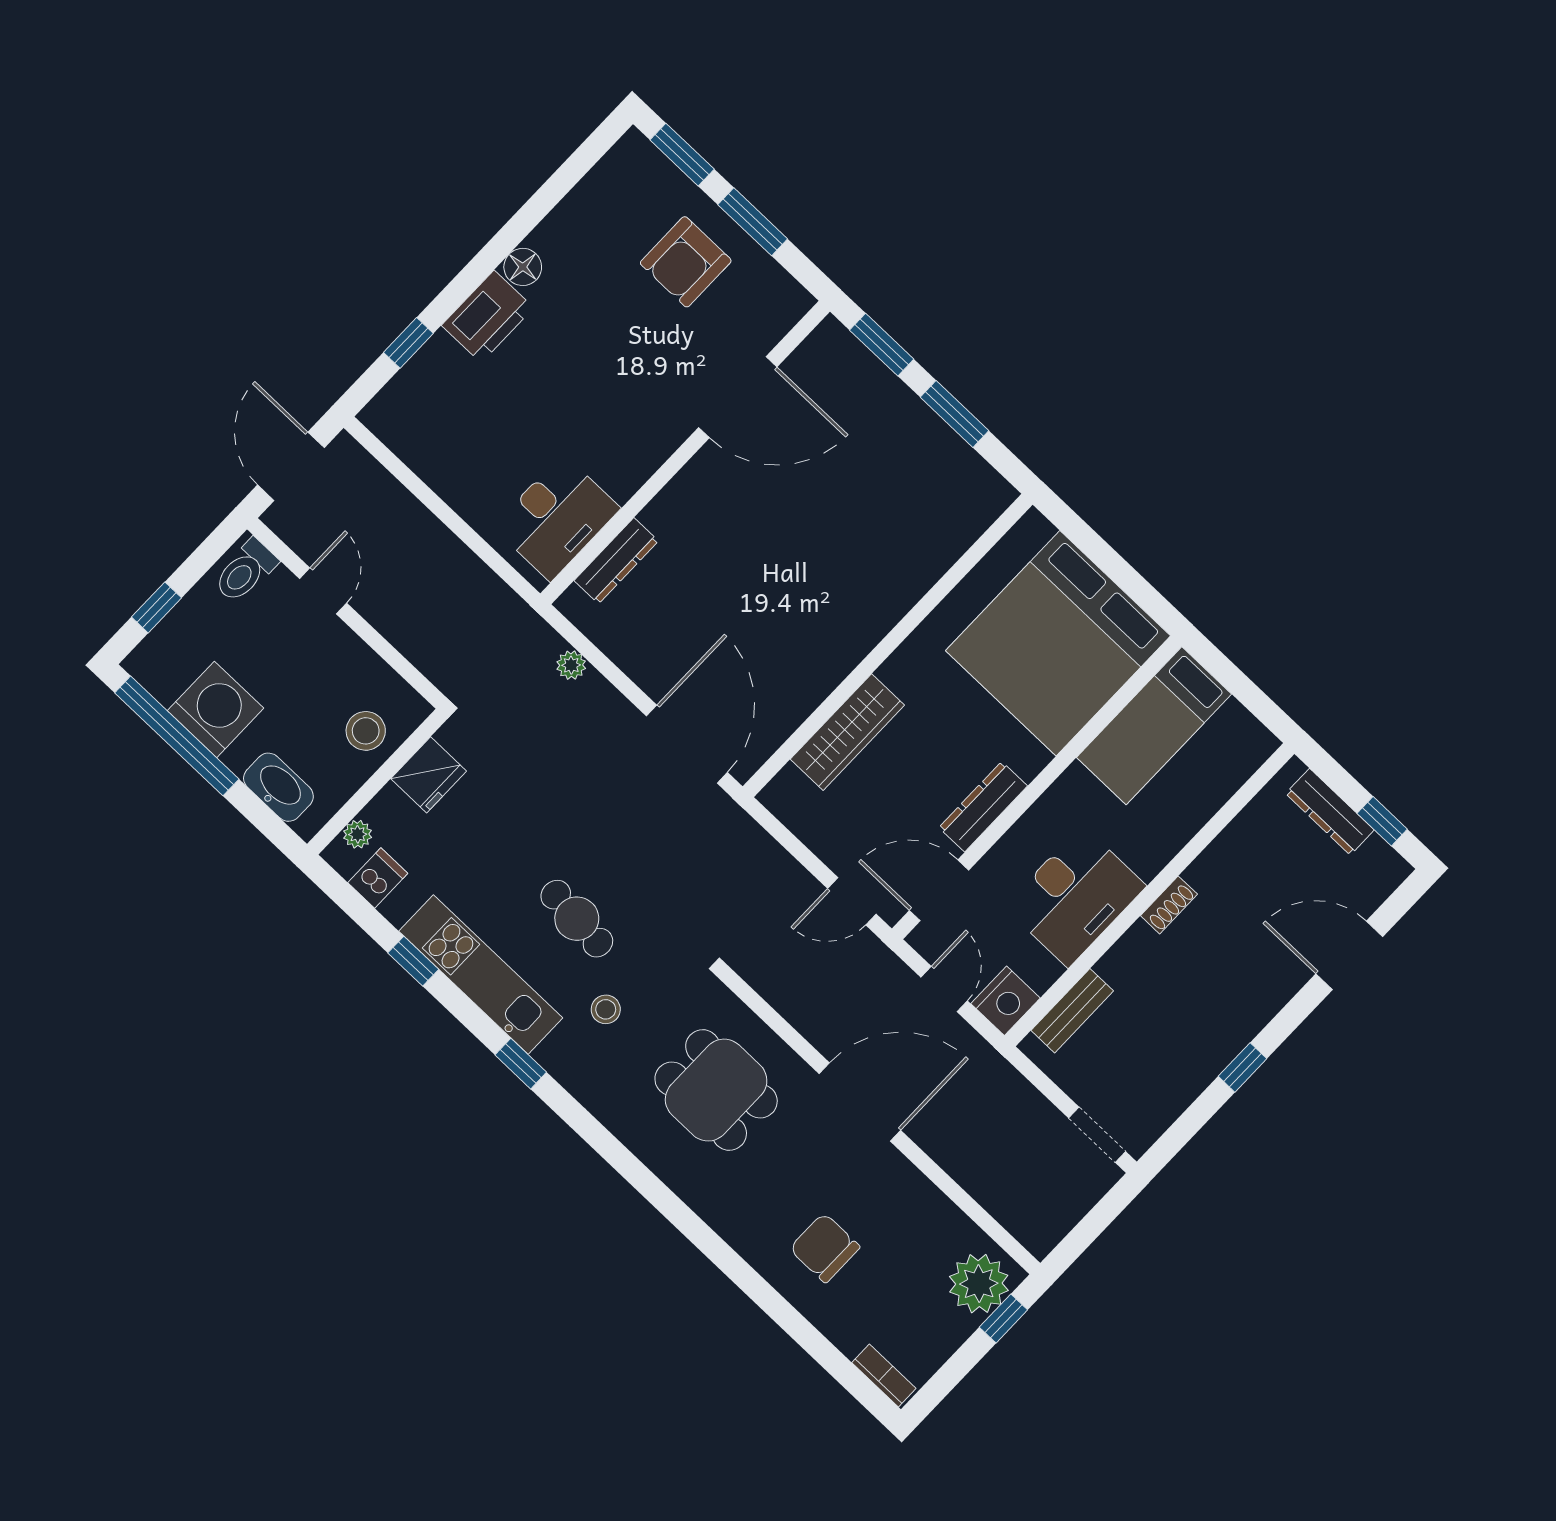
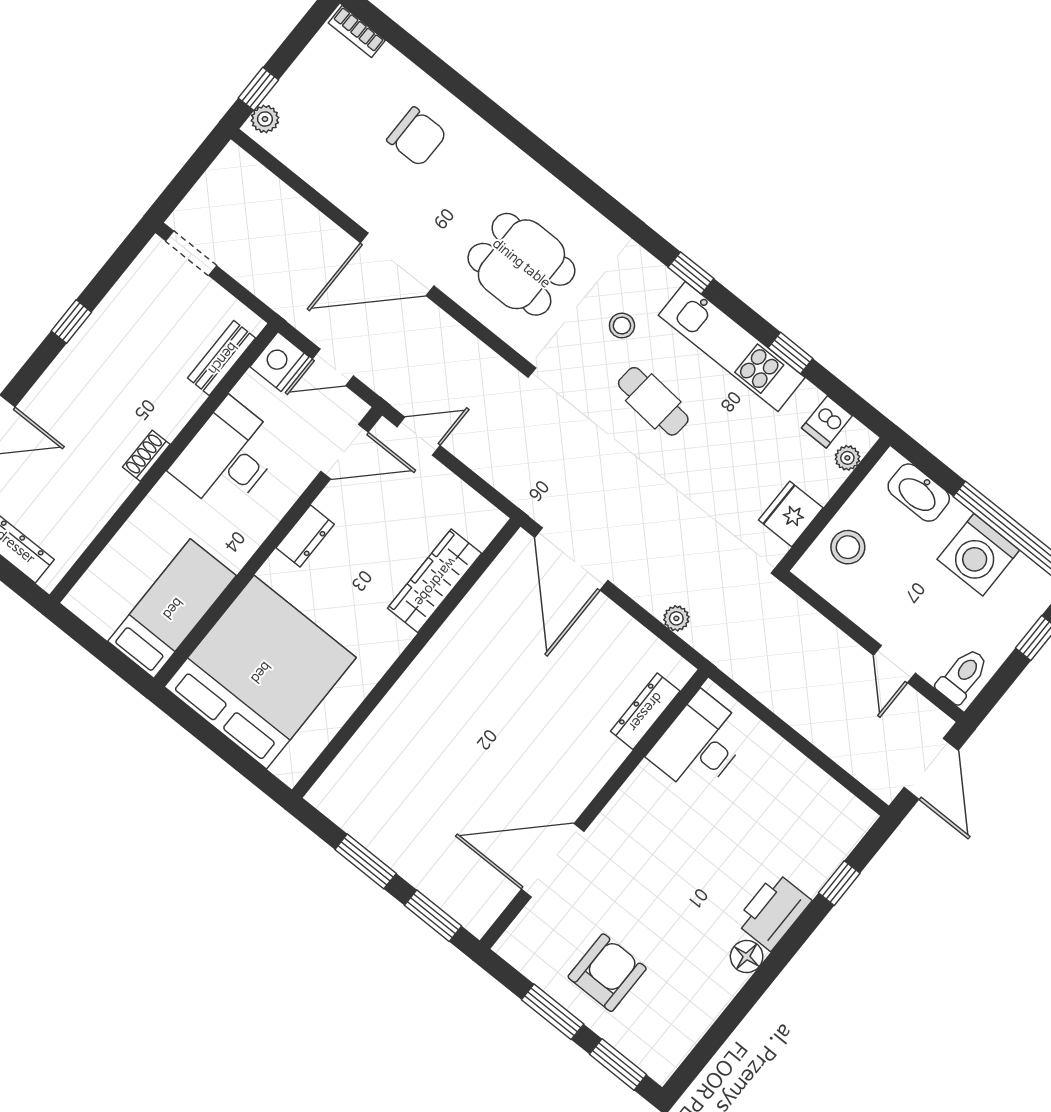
dresser: (983, 807) -> (305, 536), width x0.70
door: (944, 989) -> (333, 367), hinge flipped
plant: (979, 1284) -> (265, 119), width x0.53, depth x0.53

